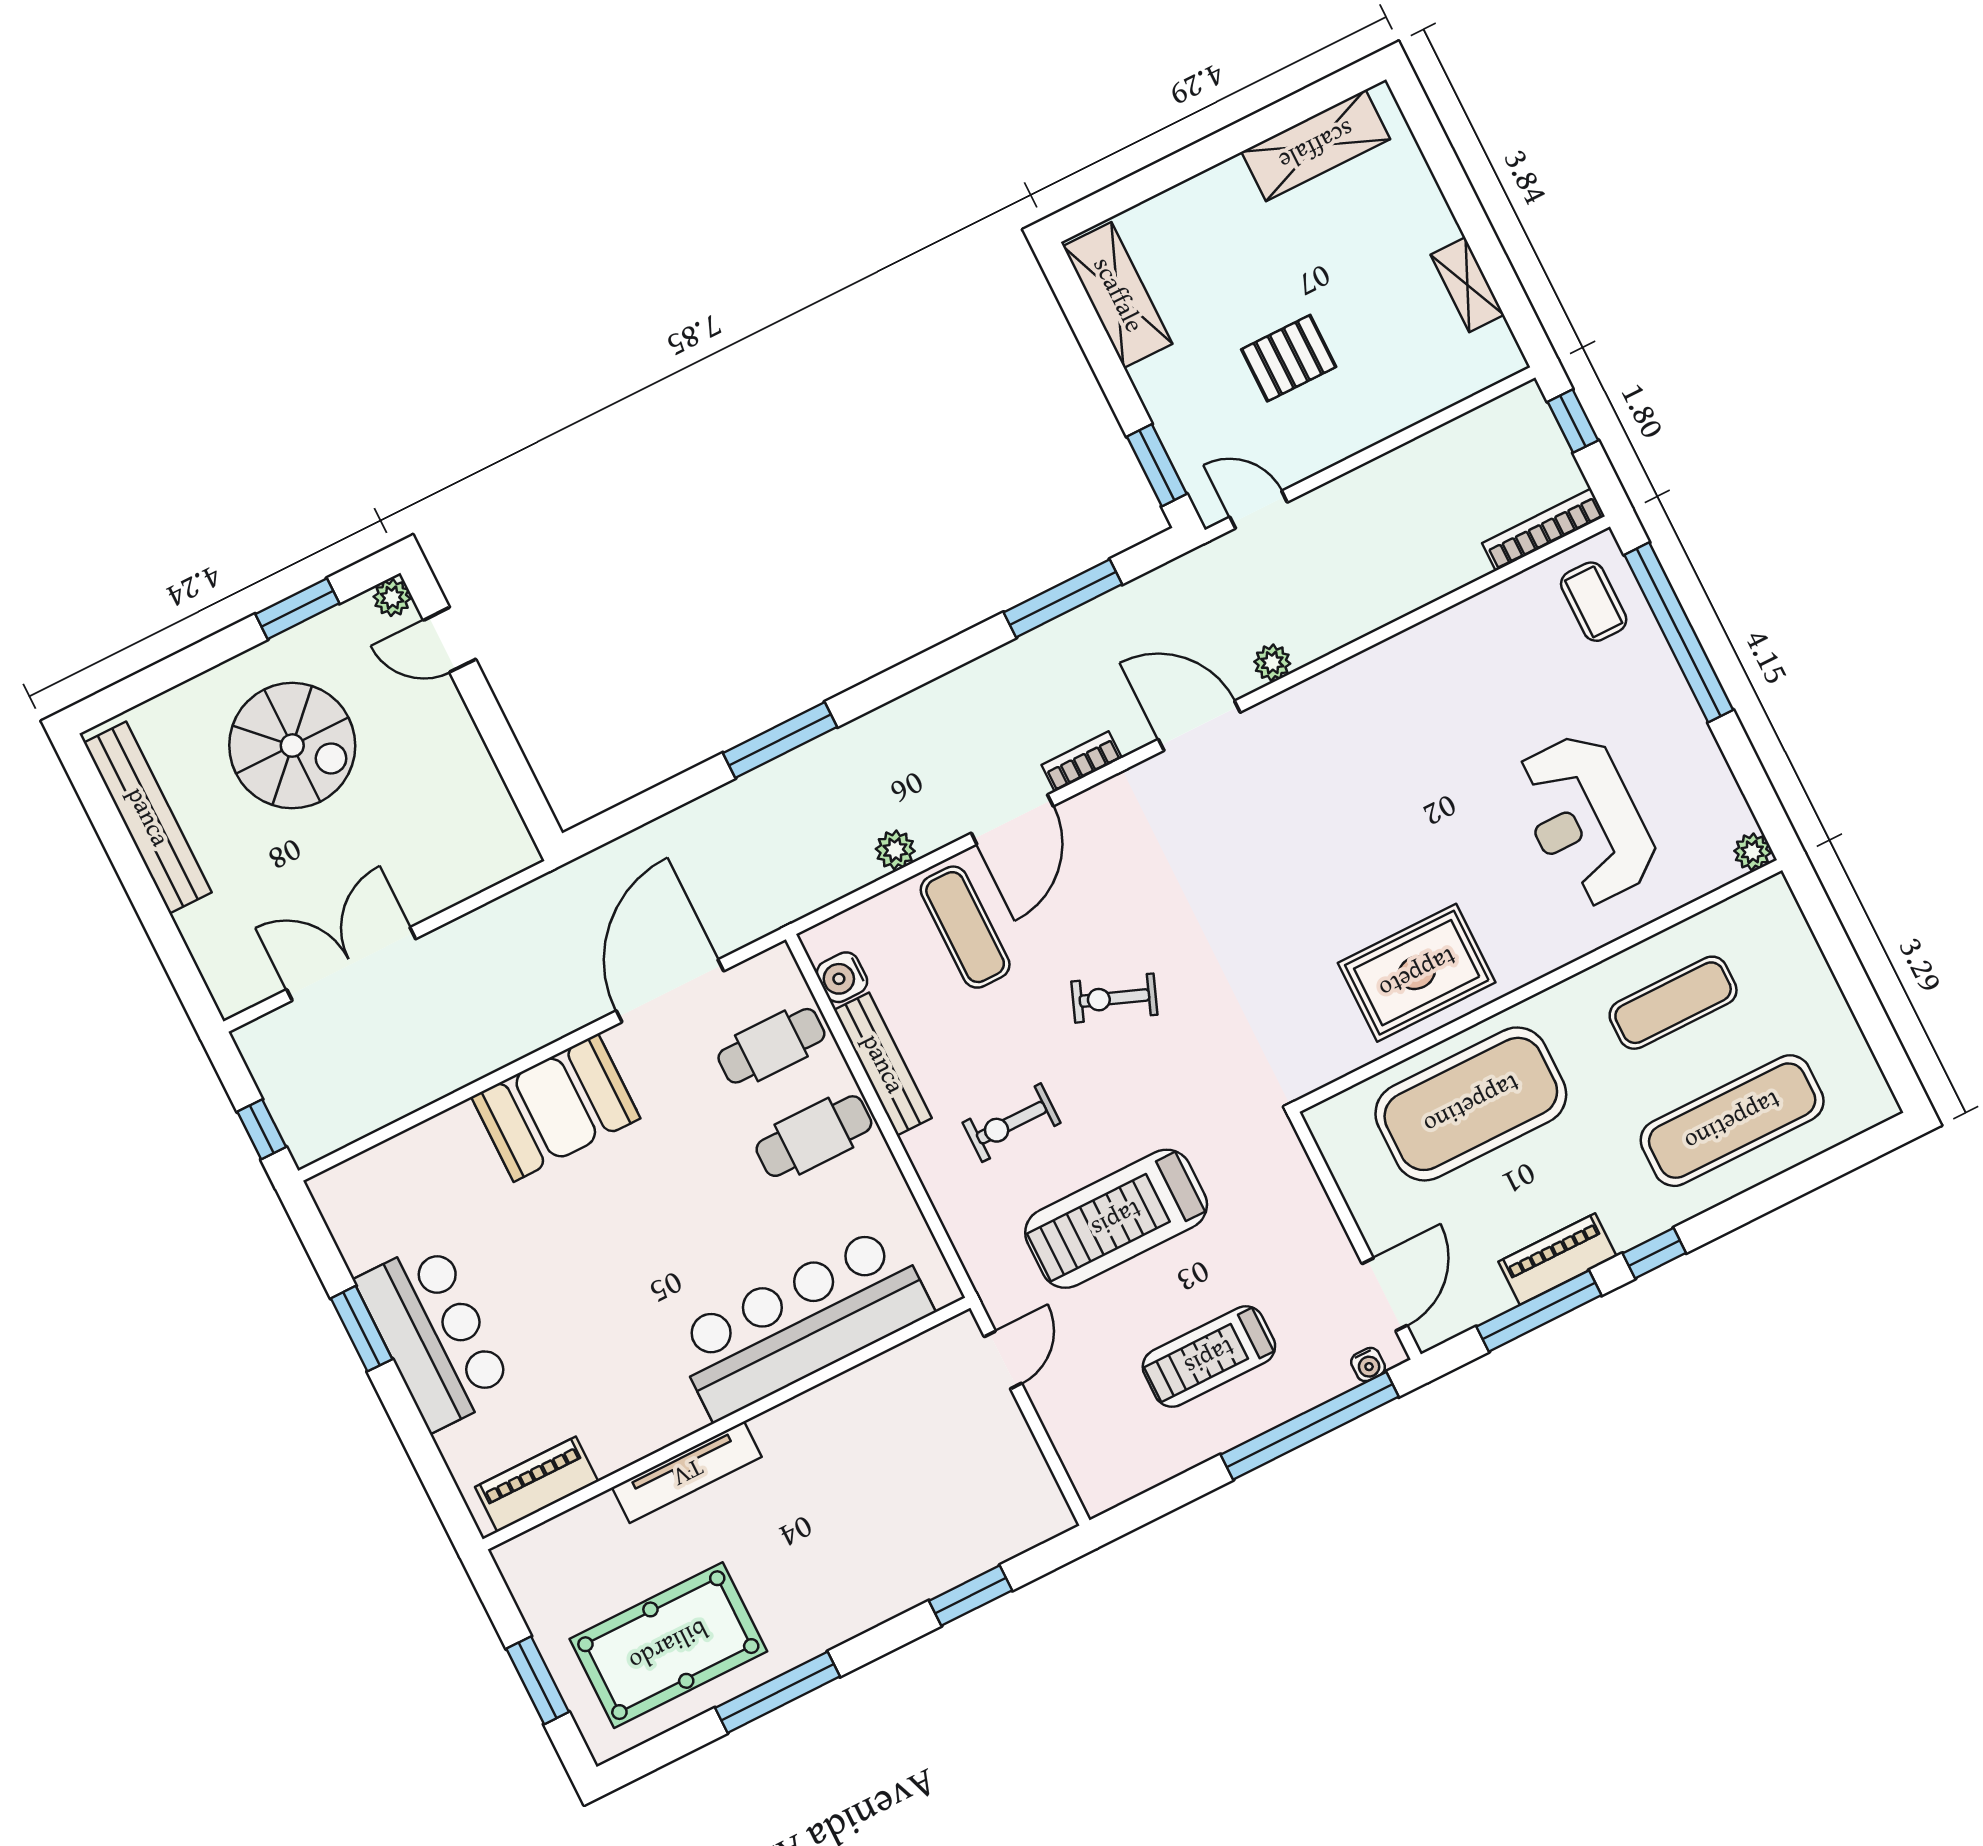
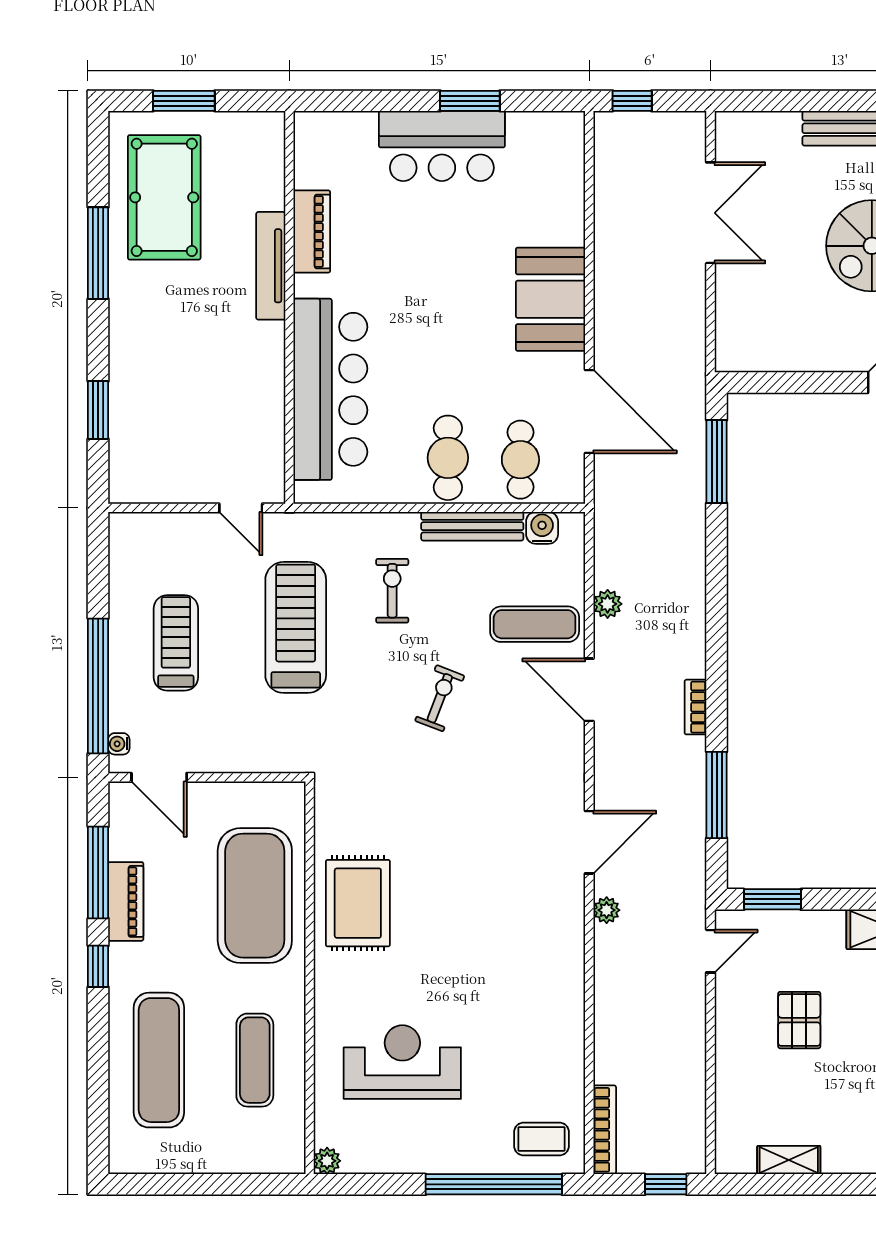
window: (780, 740) -> (717, 461), moved
bookcase: (1082, 762) -> (695, 707), moved, turned 180
piano: (537, 1484) -> (312, 231), moved

